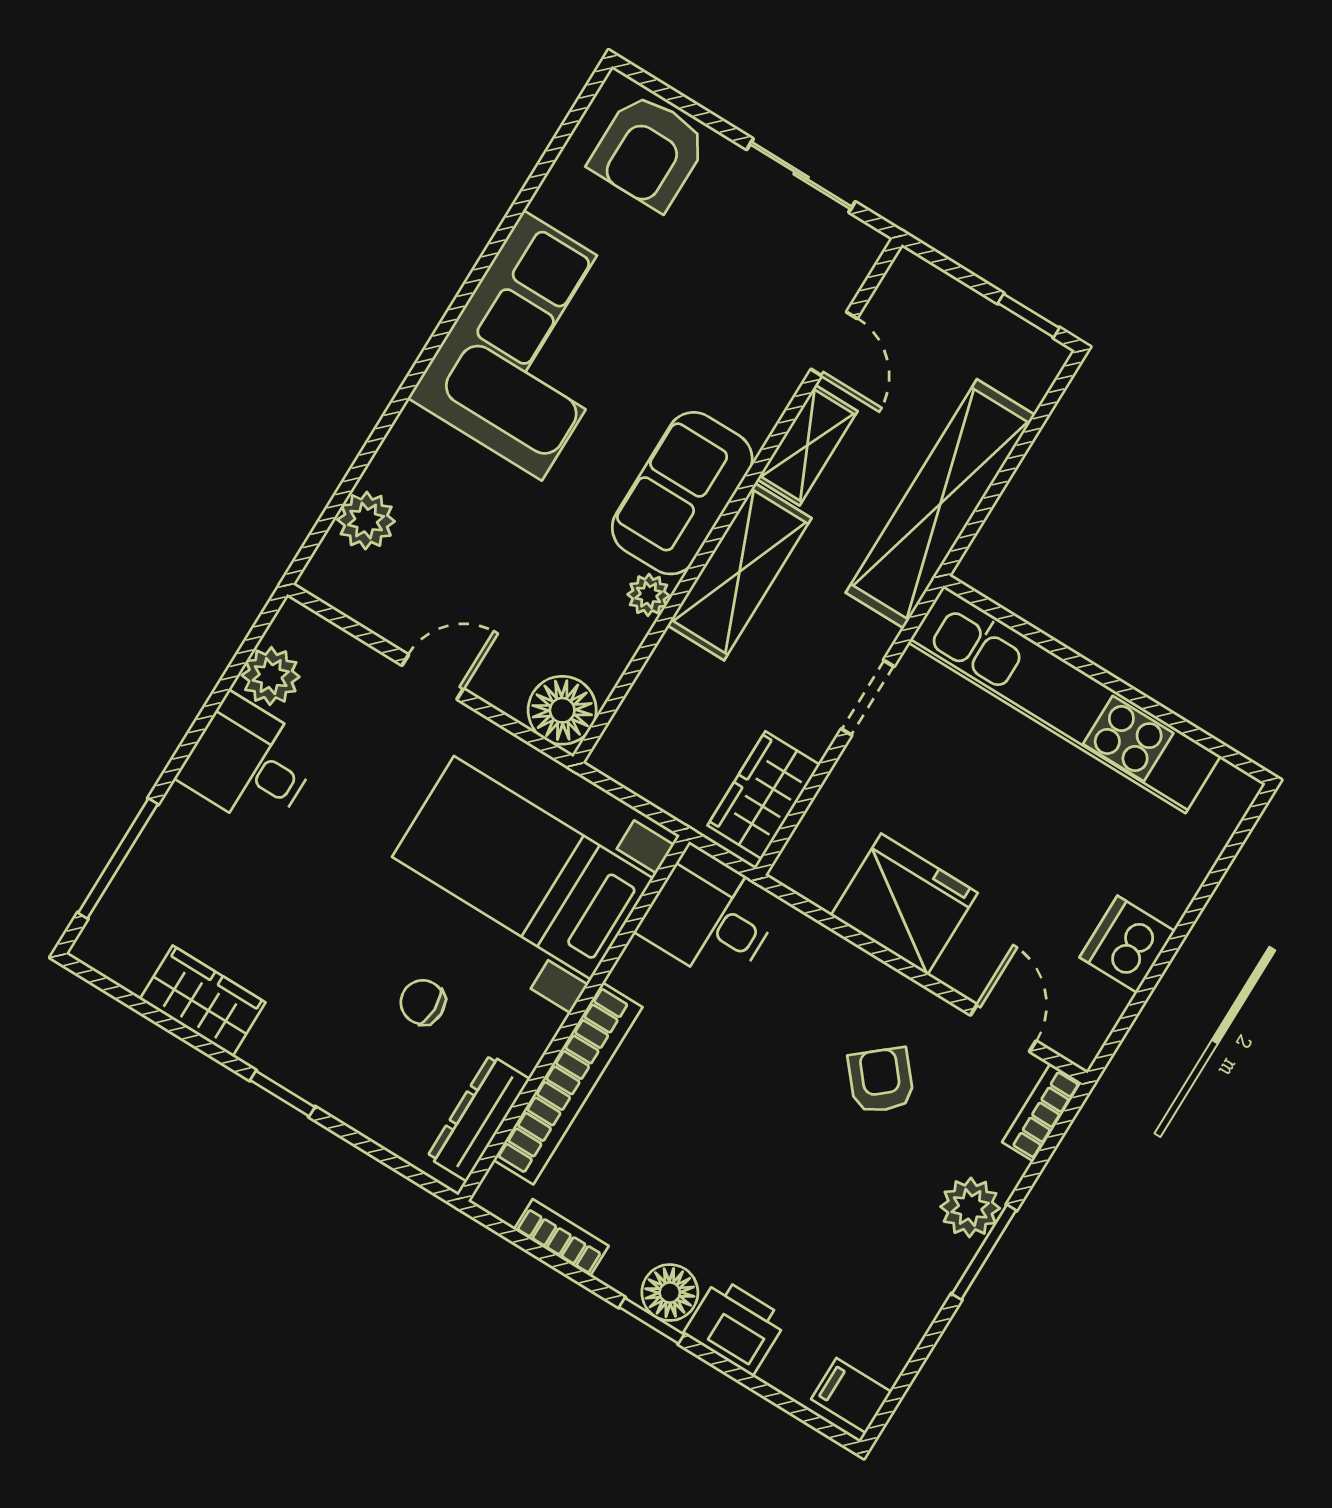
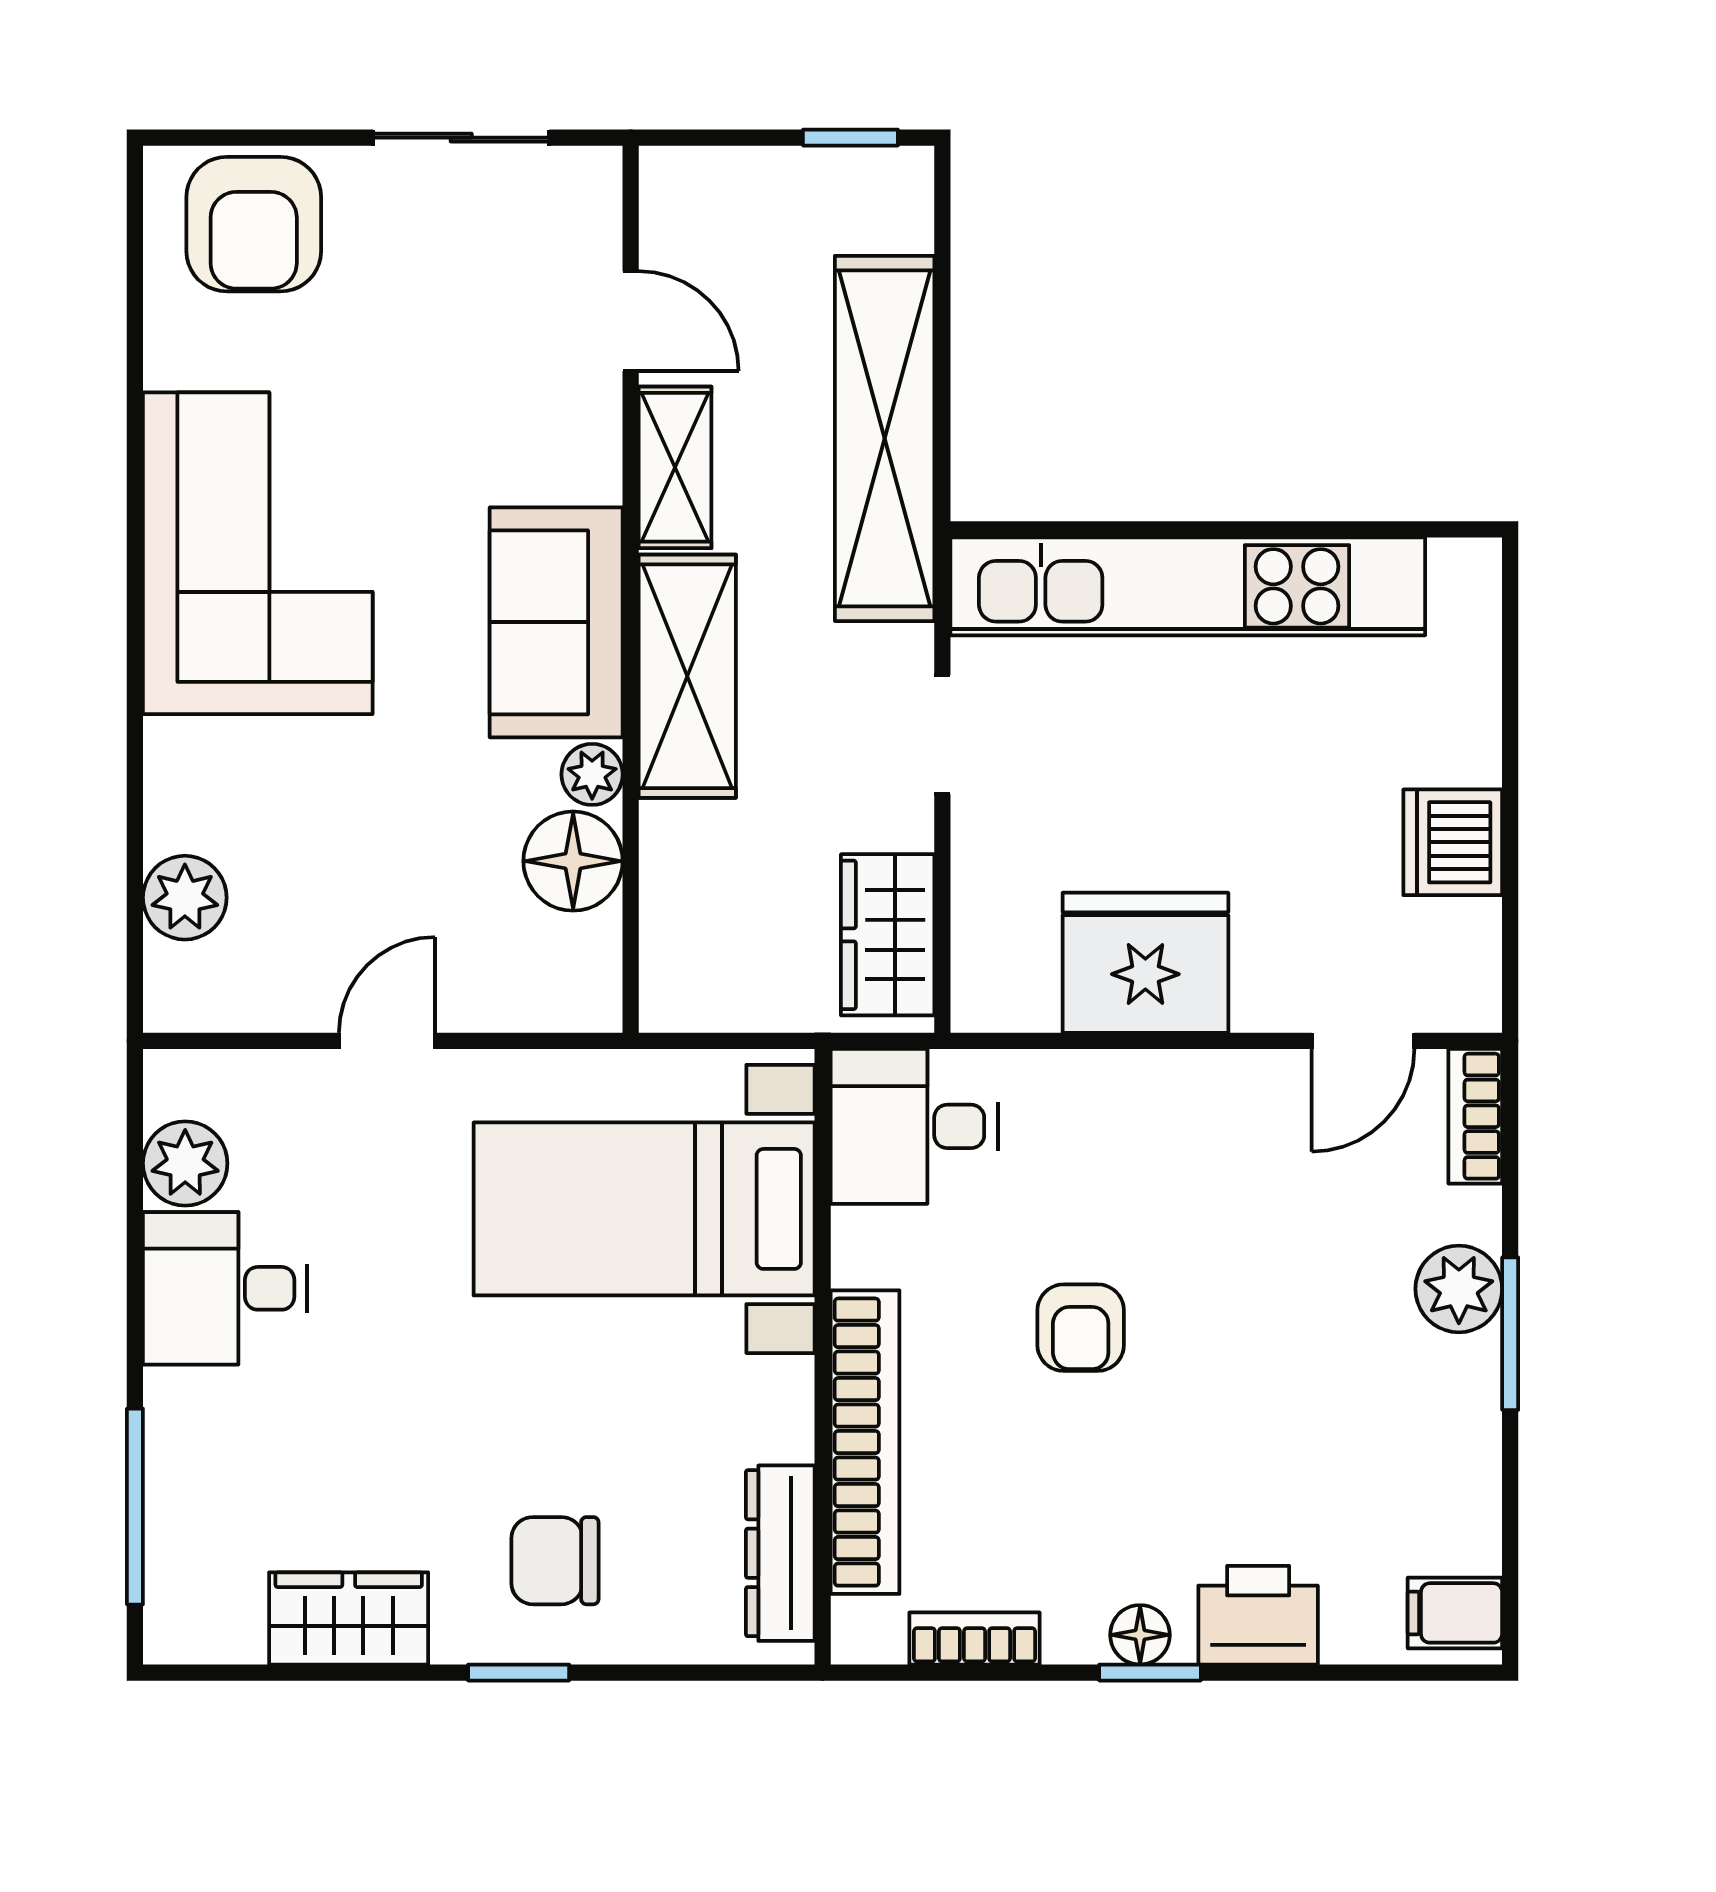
floor lamp: (562, 710) -> (573, 861), moved
chair: (423, 1002) -> (555, 1561), moved, width x1.37, depth x1.37
door: (1003, 1028) -> (1363, 1041), swing flipped
armchair: (881, 1080) -> (1081, 1328), moved, turned -140
floor lamp: (670, 1293) -> (1140, 1635), width x0.73, depth x0.73

